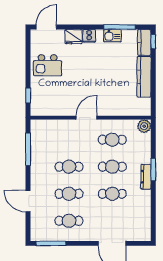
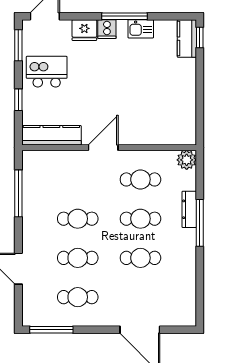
window: (119, 27) -> (124, 16), moved
window: (28, 47) -> (18, 45), added
kitchen island: (48, 65) -> (47, 72), turned 180
kitchen counter: (144, 77) -> (51, 135), moved, turned 90
window: (28, 96) -> (18, 100), moved
window: (153, 170) -> (200, 223), width x1.44
dresser: (146, 177) -> (189, 209), moved

